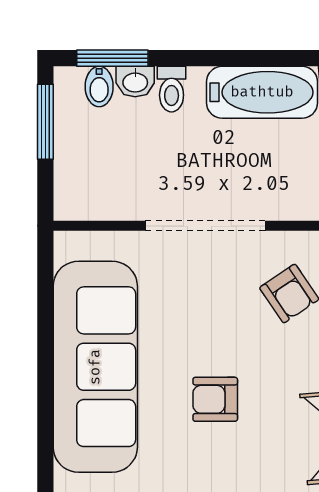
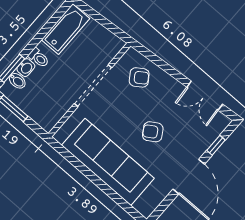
armchair: (215, 399) -> (153, 132), turned 58

